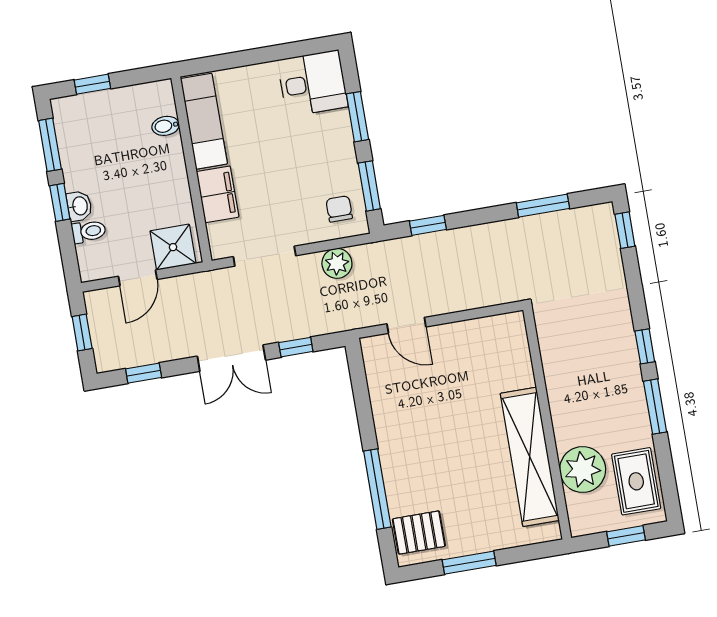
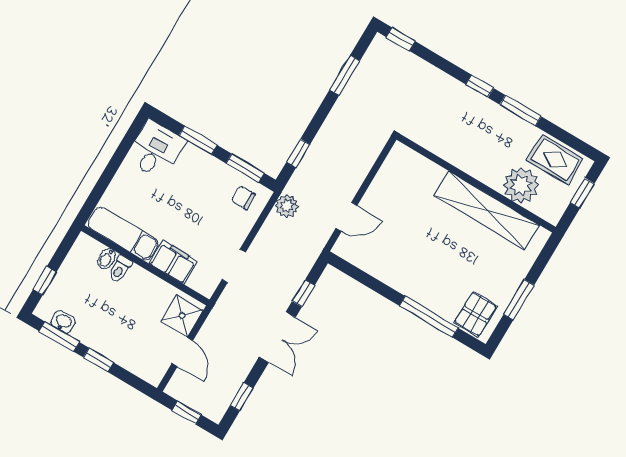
washbasin: (79, 206) -> (63, 322), moved
toilet: (89, 231) -> (120, 269), moved, turned 180
doorway: (265, 256) -> (234, 266), width x0.73
plant: (337, 263) -> (287, 206), moved

